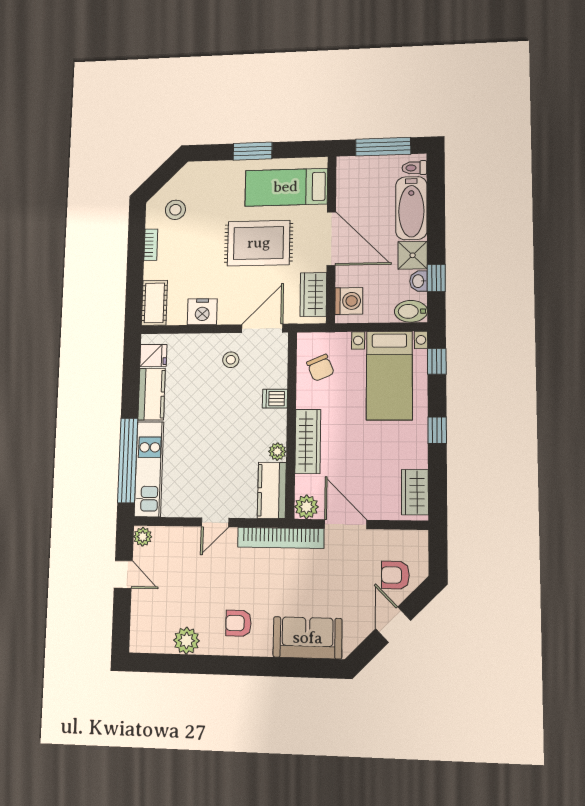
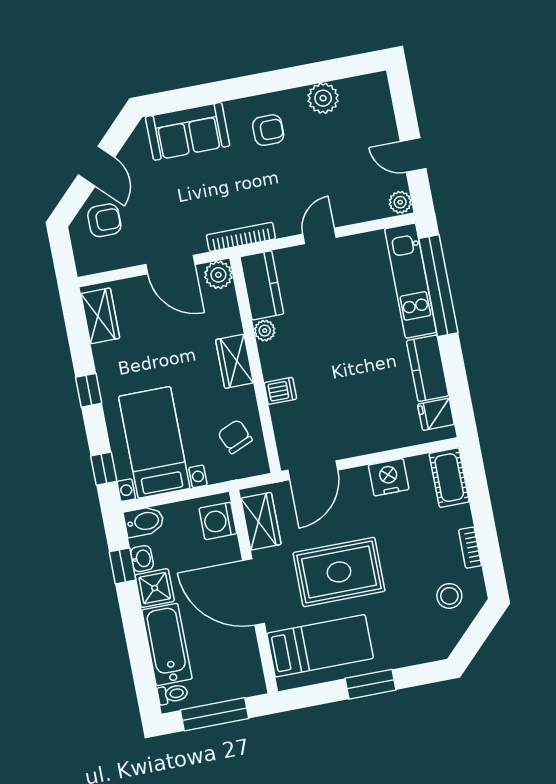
stool: (231, 360) -> (342, 426), removed
wardrobe: (308, 441) -> (234, 361), width x0.67
bookcase: (281, 538) -> (241, 237), width x0.68, depth x0.76

